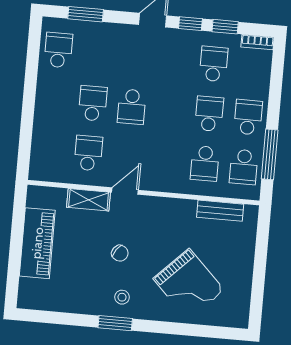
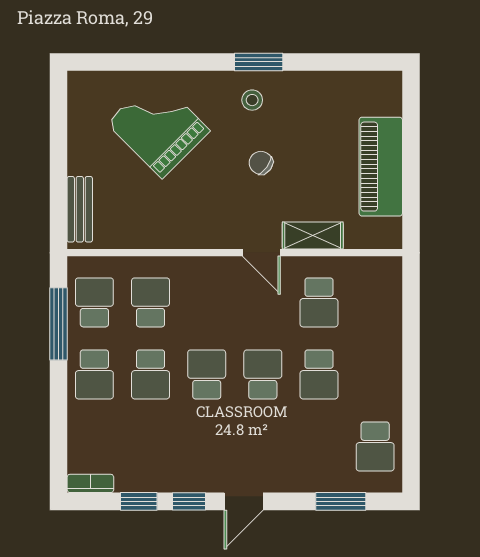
school desk: (214, 64) -> (207, 374), moved, turned 180
door: (125, 191) -> (261, 253), hinge flipped
bench: (220, 211) -> (80, 209), moved, turned 90

